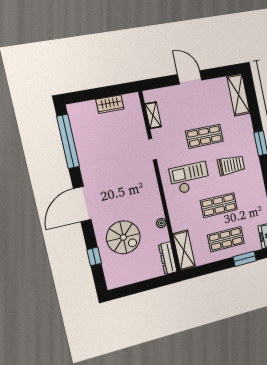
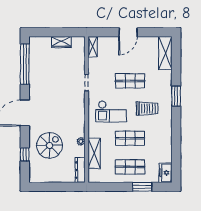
door: (190, 77) -> (128, 32), swing flipped
shelving: (153, 115) -> (93, 47), moved
checkout: (190, 178) -> (111, 111), turned 180
spiral stairs: (123, 237) -> (50, 145), turned -90
shelving: (184, 250) -> (94, 153), moved

